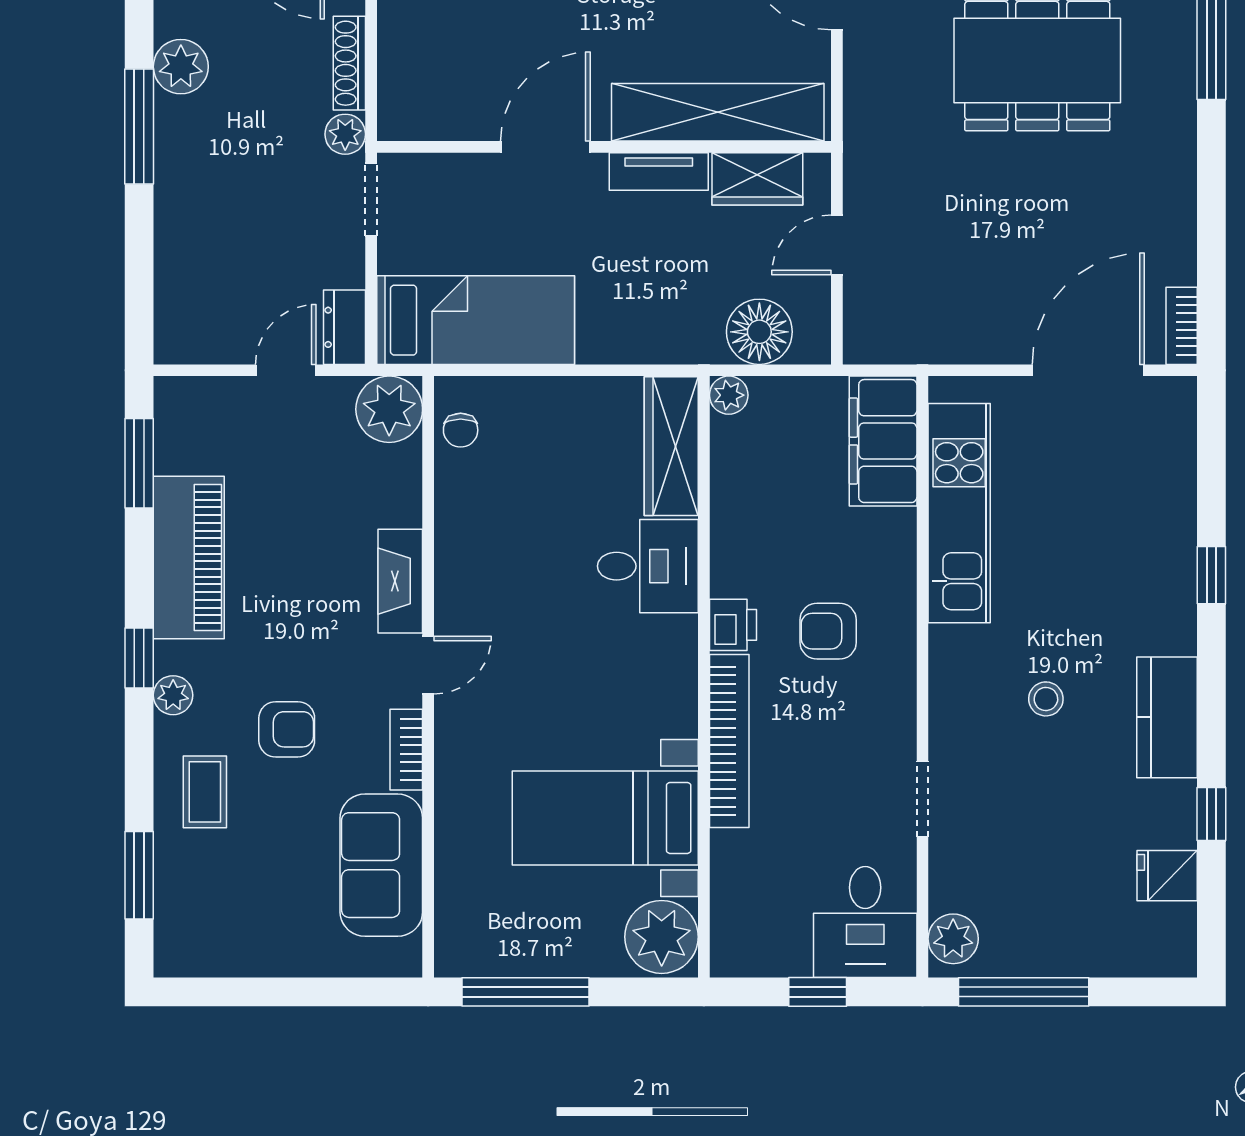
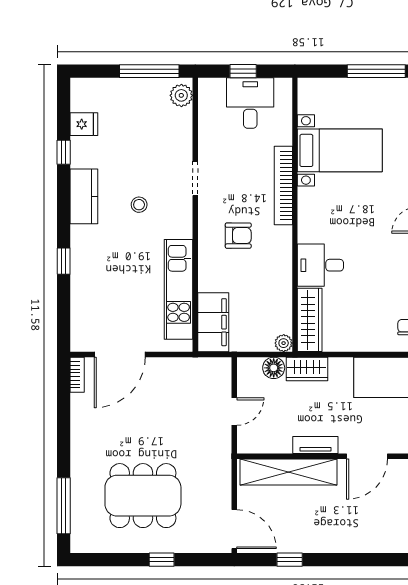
wardrobe: (757, 179) -> (307, 369), moved, turned 180
floor lamp: (759, 332) -> (274, 368), width x0.73, depth x0.73
printer: (733, 625) -> (282, 238), removed
doorway: (922, 799) -> (195, 178), moved
desk: (865, 922) -> (250, 103), moved
plant: (662, 937) -> (314, 96), removed

